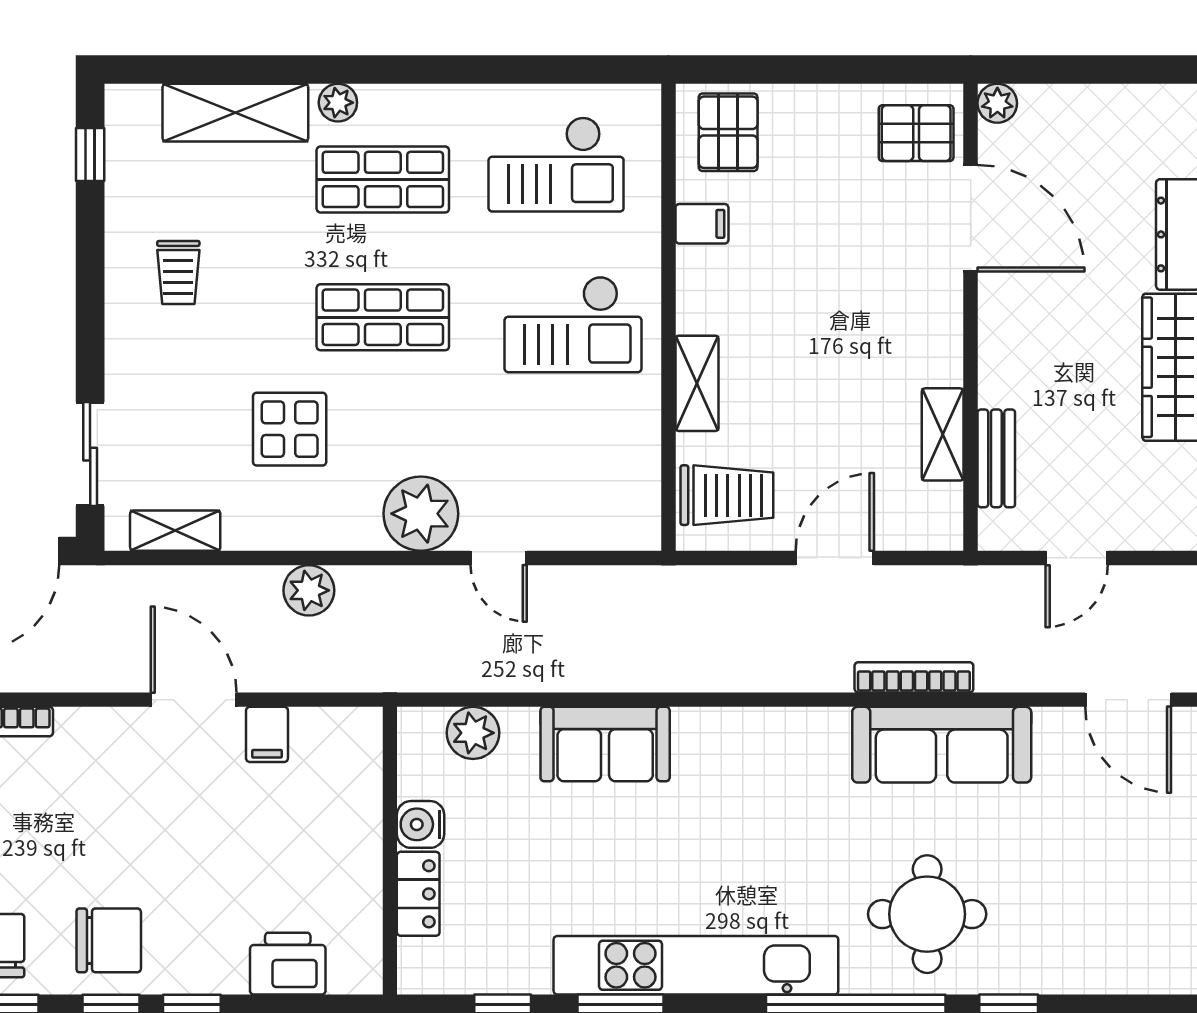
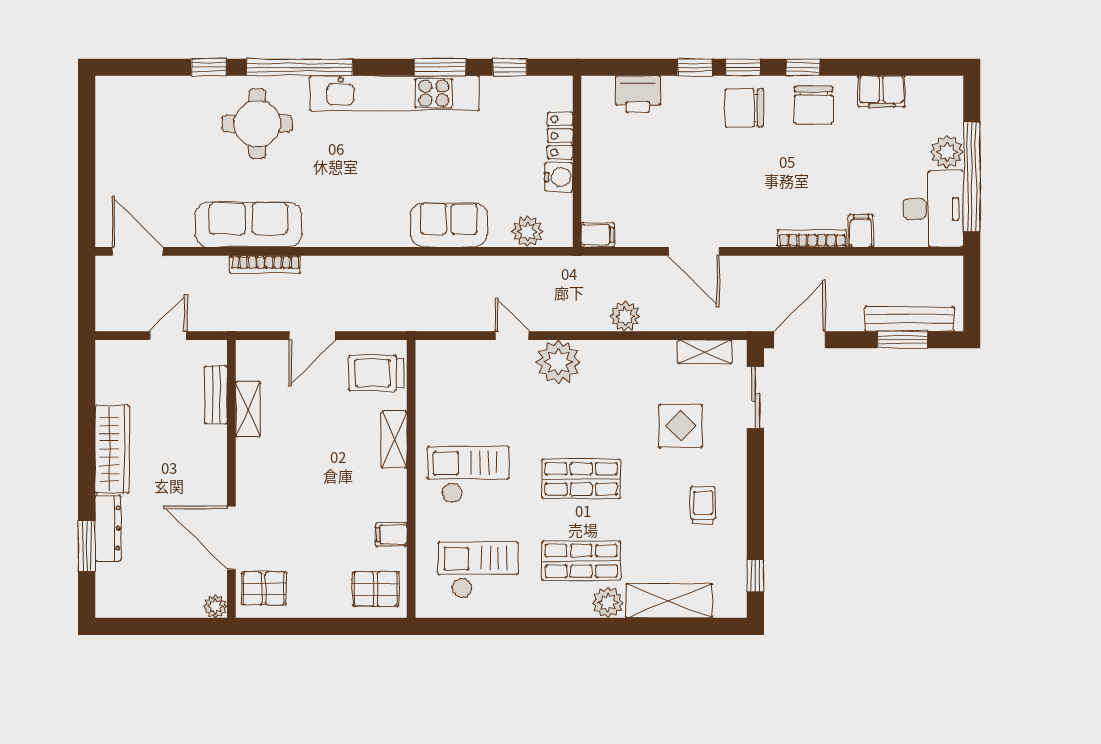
plant: (338, 103) -> (608, 602), width x1.38, depth x1.38
pallet: (728, 132) -> (376, 589), turned 90
display table: (290, 429) -> (681, 426), moved
filing cabinet: (267, 734) -> (598, 235), moved, turned 90

